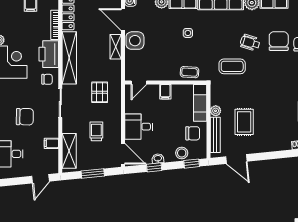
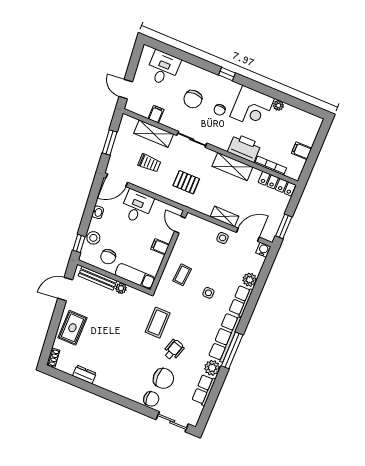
side table: (135, 41) -> (223, 238), width x0.54, depth x0.54
shelving: (69, 58) -> (232, 167), width x0.68
coffee table: (190, 72) -> (182, 275), moved
chair: (47, 79) -> (220, 110), moved
rug: (244, 122) -> (72, 328), moved, turned 90
shelving: (69, 151) -> (154, 134), moved
window: (154, 167) -> (91, 205), removed

